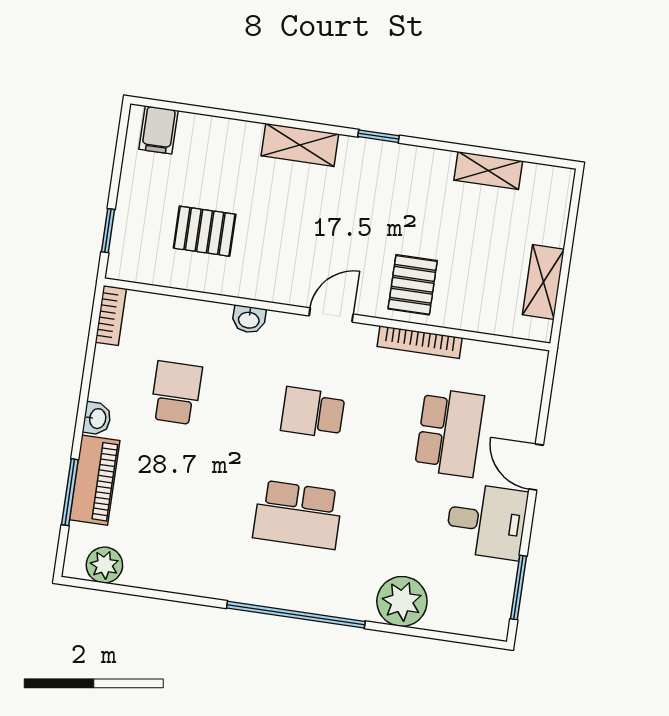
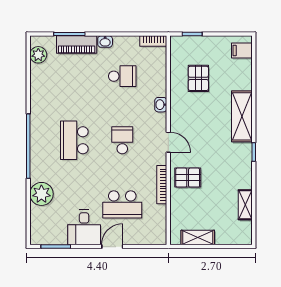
shelving: (300, 145) -> (242, 116), width x1.50, depth x1.33

